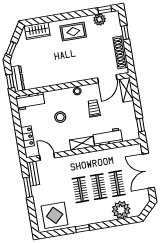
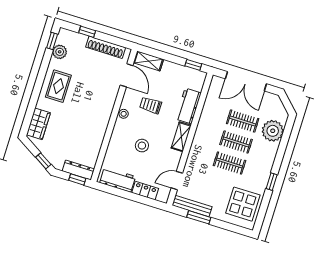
workbench: (30, 101) -> (118, 180), moved, turned -90
bench: (33, 173) -> (192, 206), width x1.36

